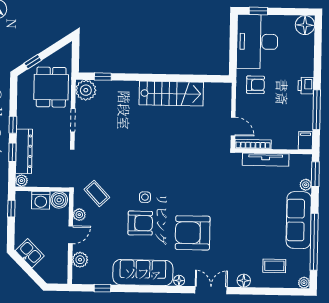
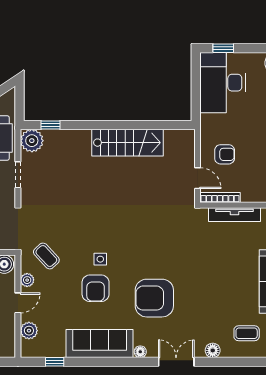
armchair: (255, 85) -> (225, 154), moved
armchair: (140, 223) -> (96, 288), turned 90

